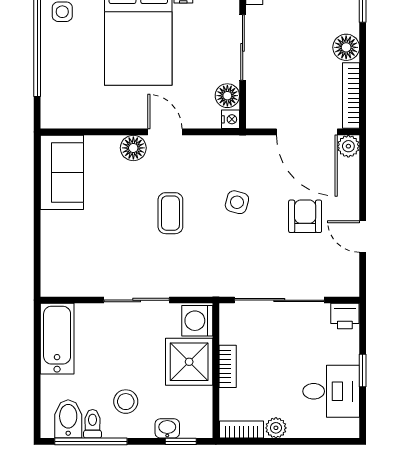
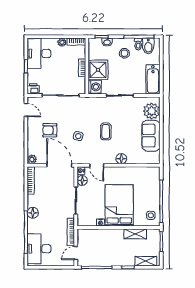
floor lamp: (346, 47) -> (33, 213), moved
door: (165, 132) -> (97, 165), moved
door: (307, 132) -> (59, 165), moved
sofa: (62, 172) -> (151, 136), moved
armchair: (305, 216) -> (50, 130), turned 90
door: (363, 236) -> (26, 110), moved
plant: (60, 263) -> (152, 111), added
desk: (331, 391) -> (39, 53), width x1.37

